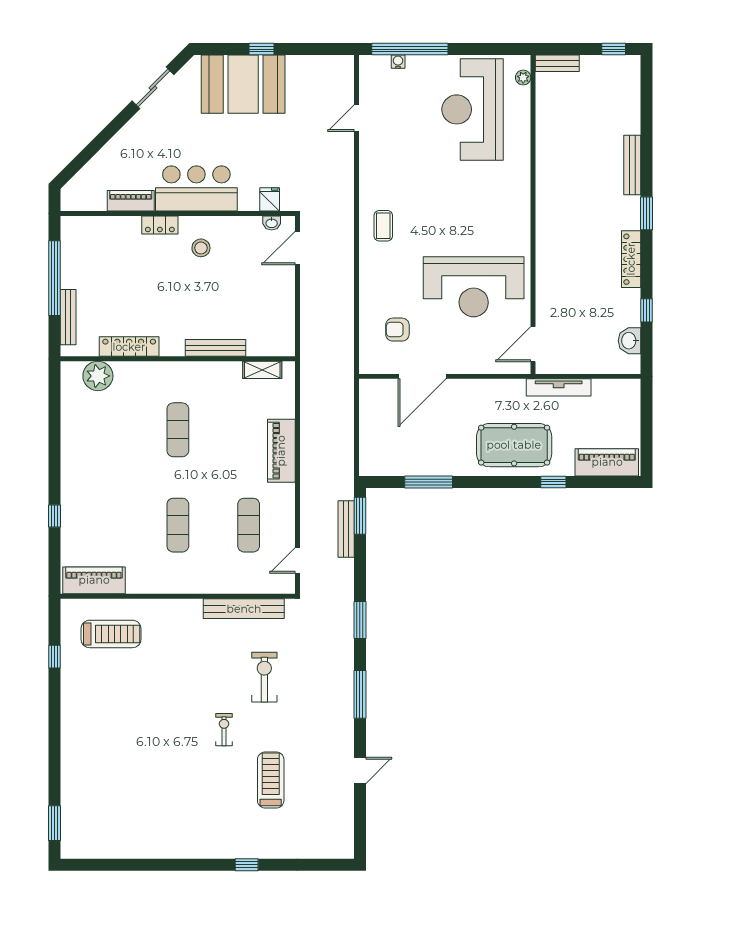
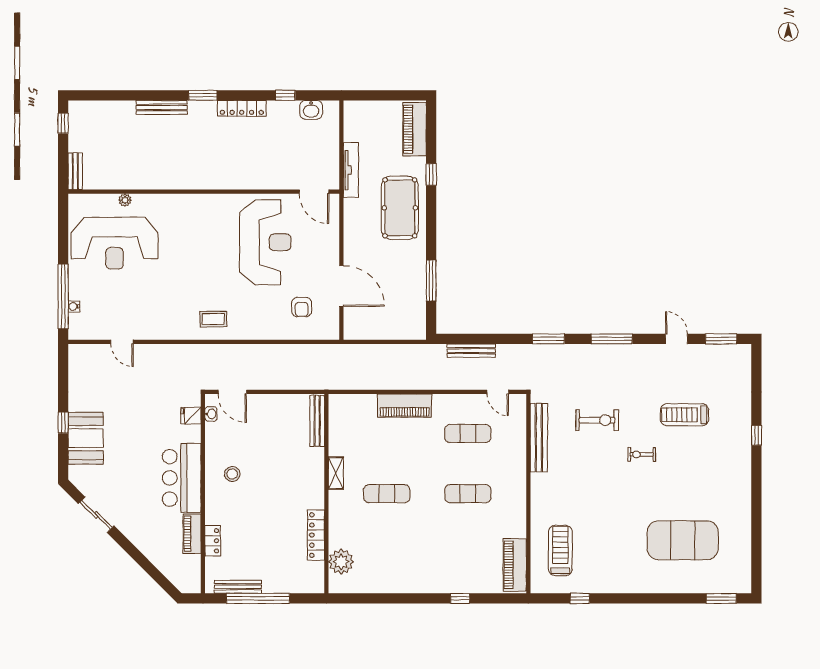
plant: (523, 78) -> (125, 200), moved
booth: (243, 84) -> (86, 438), width x0.73, depth x0.70
locker: (160, 225) -> (213, 541), moved
bench: (68, 317) -> (238, 587), moved
bench: (216, 348) -> (317, 421), moved
shelving: (262, 370) -> (336, 473), moved
window: (360, 516) -> (721, 339), moved
exercise bike: (264, 677) -> (597, 420), turned 180
exercise mat: (123, 778) -> (683, 540), added

